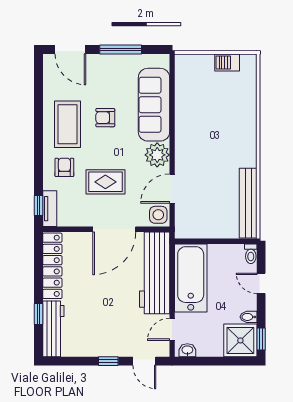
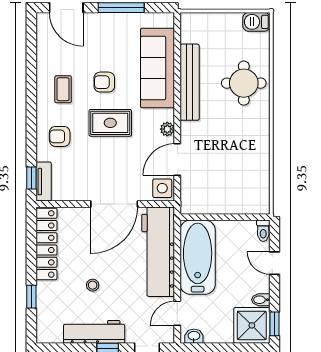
barbecue: (227, 62) -> (256, 22), moved
round table: (233, 119) -> (244, 83), added
coffee table: (67, 124) -> (63, 89), width x0.54, depth x0.58
plant: (157, 155) -> (167, 129), width x0.53, depth x0.53
armchair: (64, 167) -> (60, 136), turned -90
rug: (105, 182) -> (110, 123), moved
bench: (248, 203) -> (190, 82), moved
stool: (95, 304) -> (93, 285), added
workbench: (53, 329) -> (94, 332), moved, turned -90

